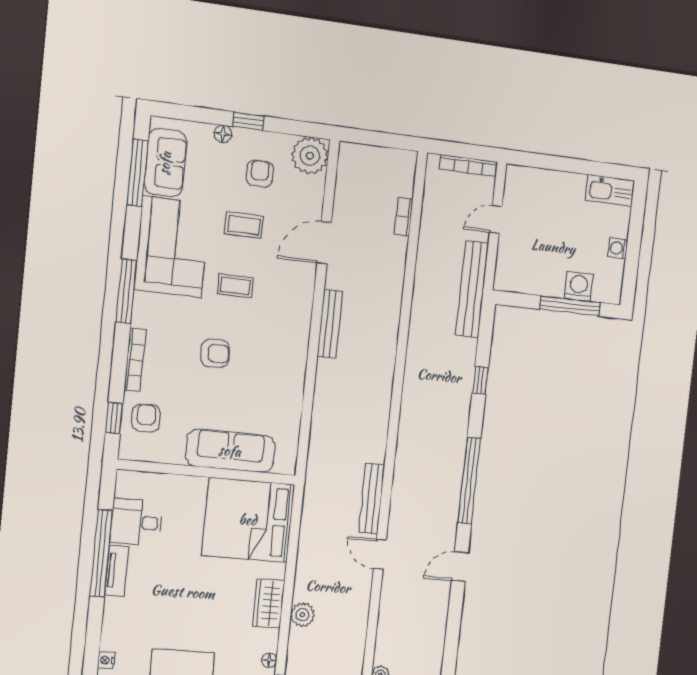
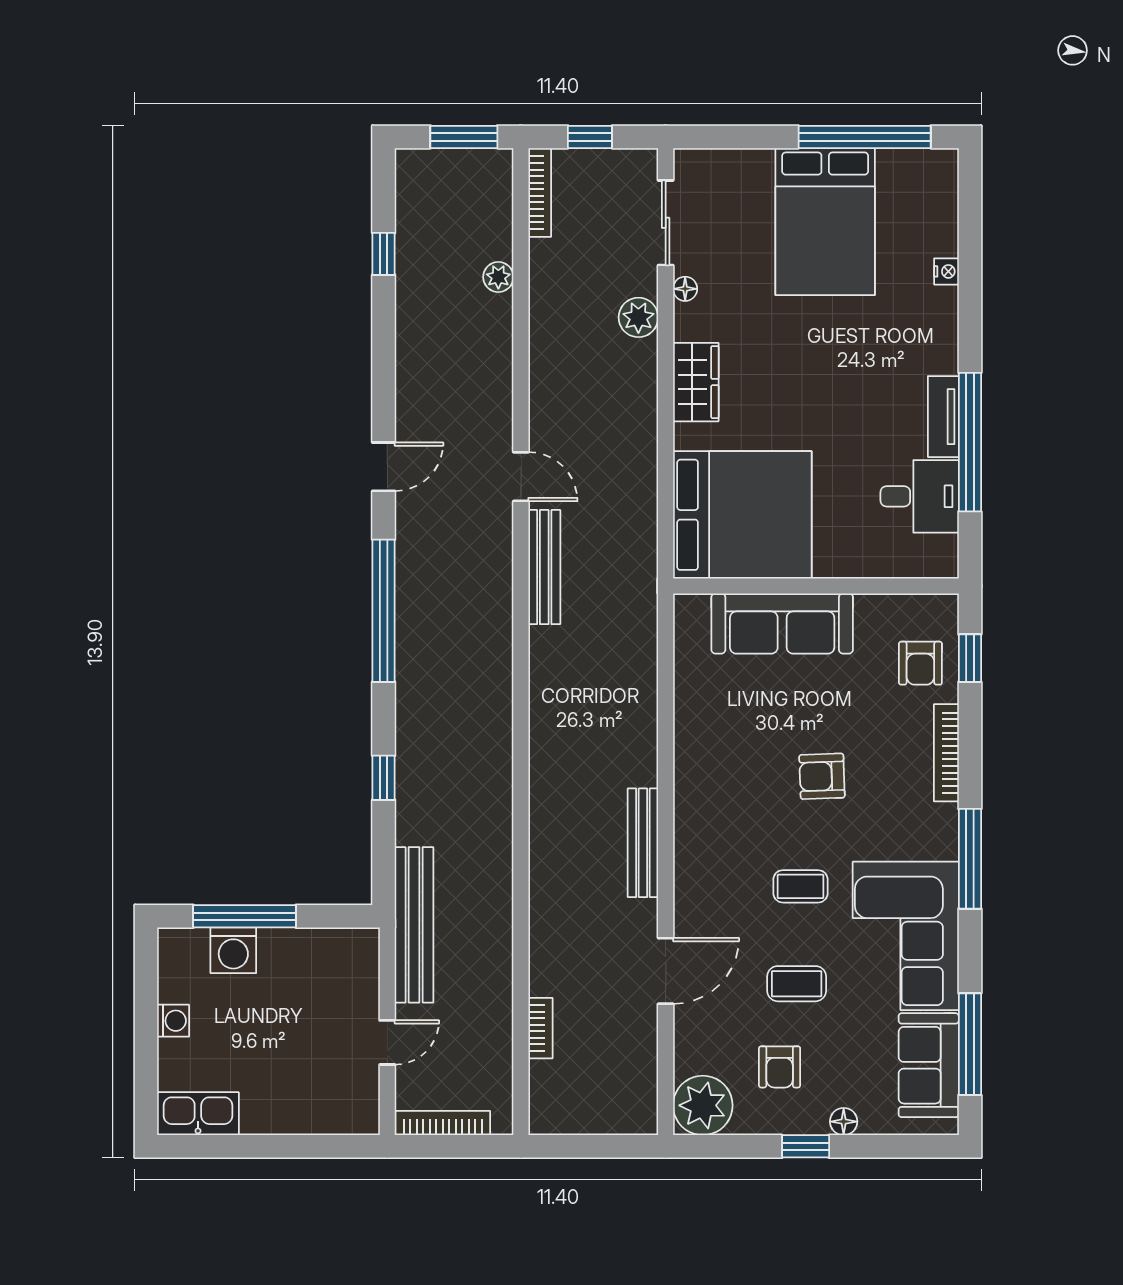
plant: (302, 615) -> (638, 317), moved

